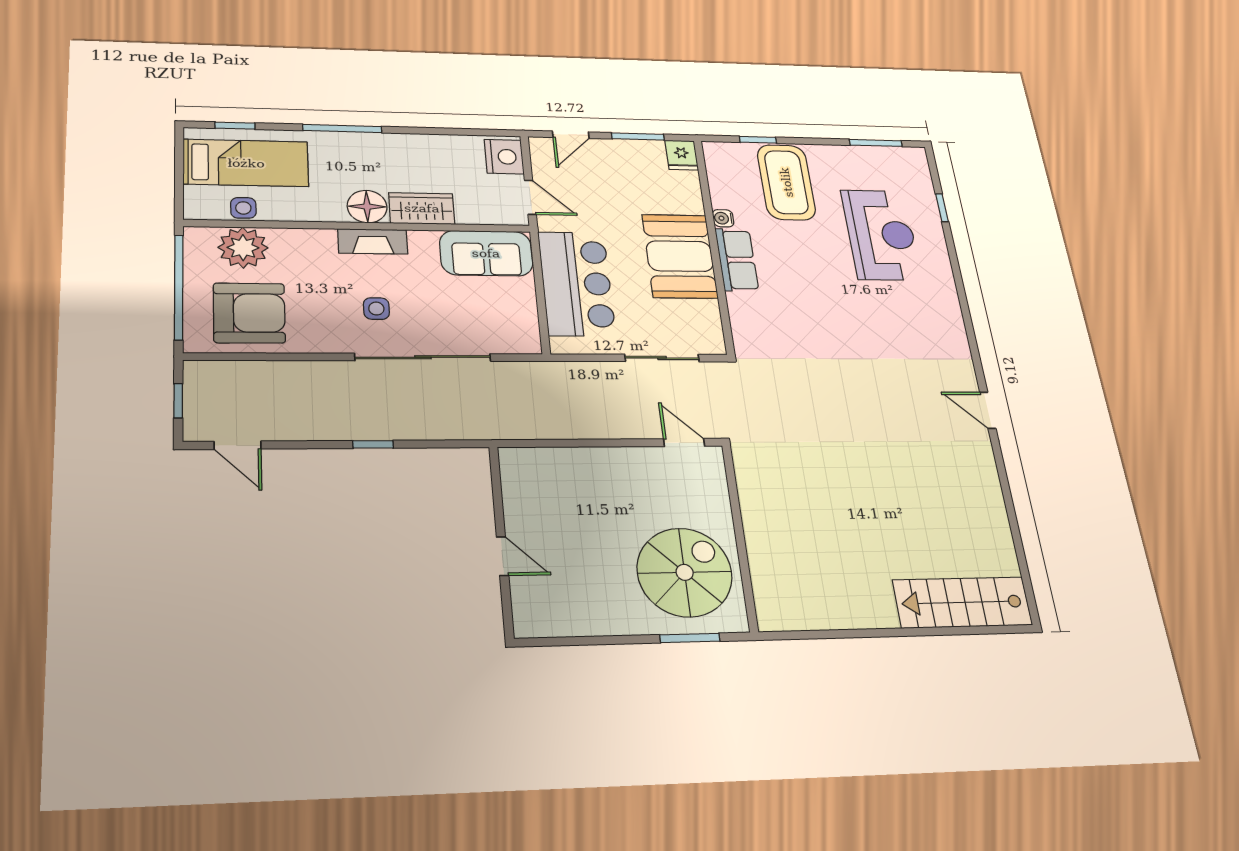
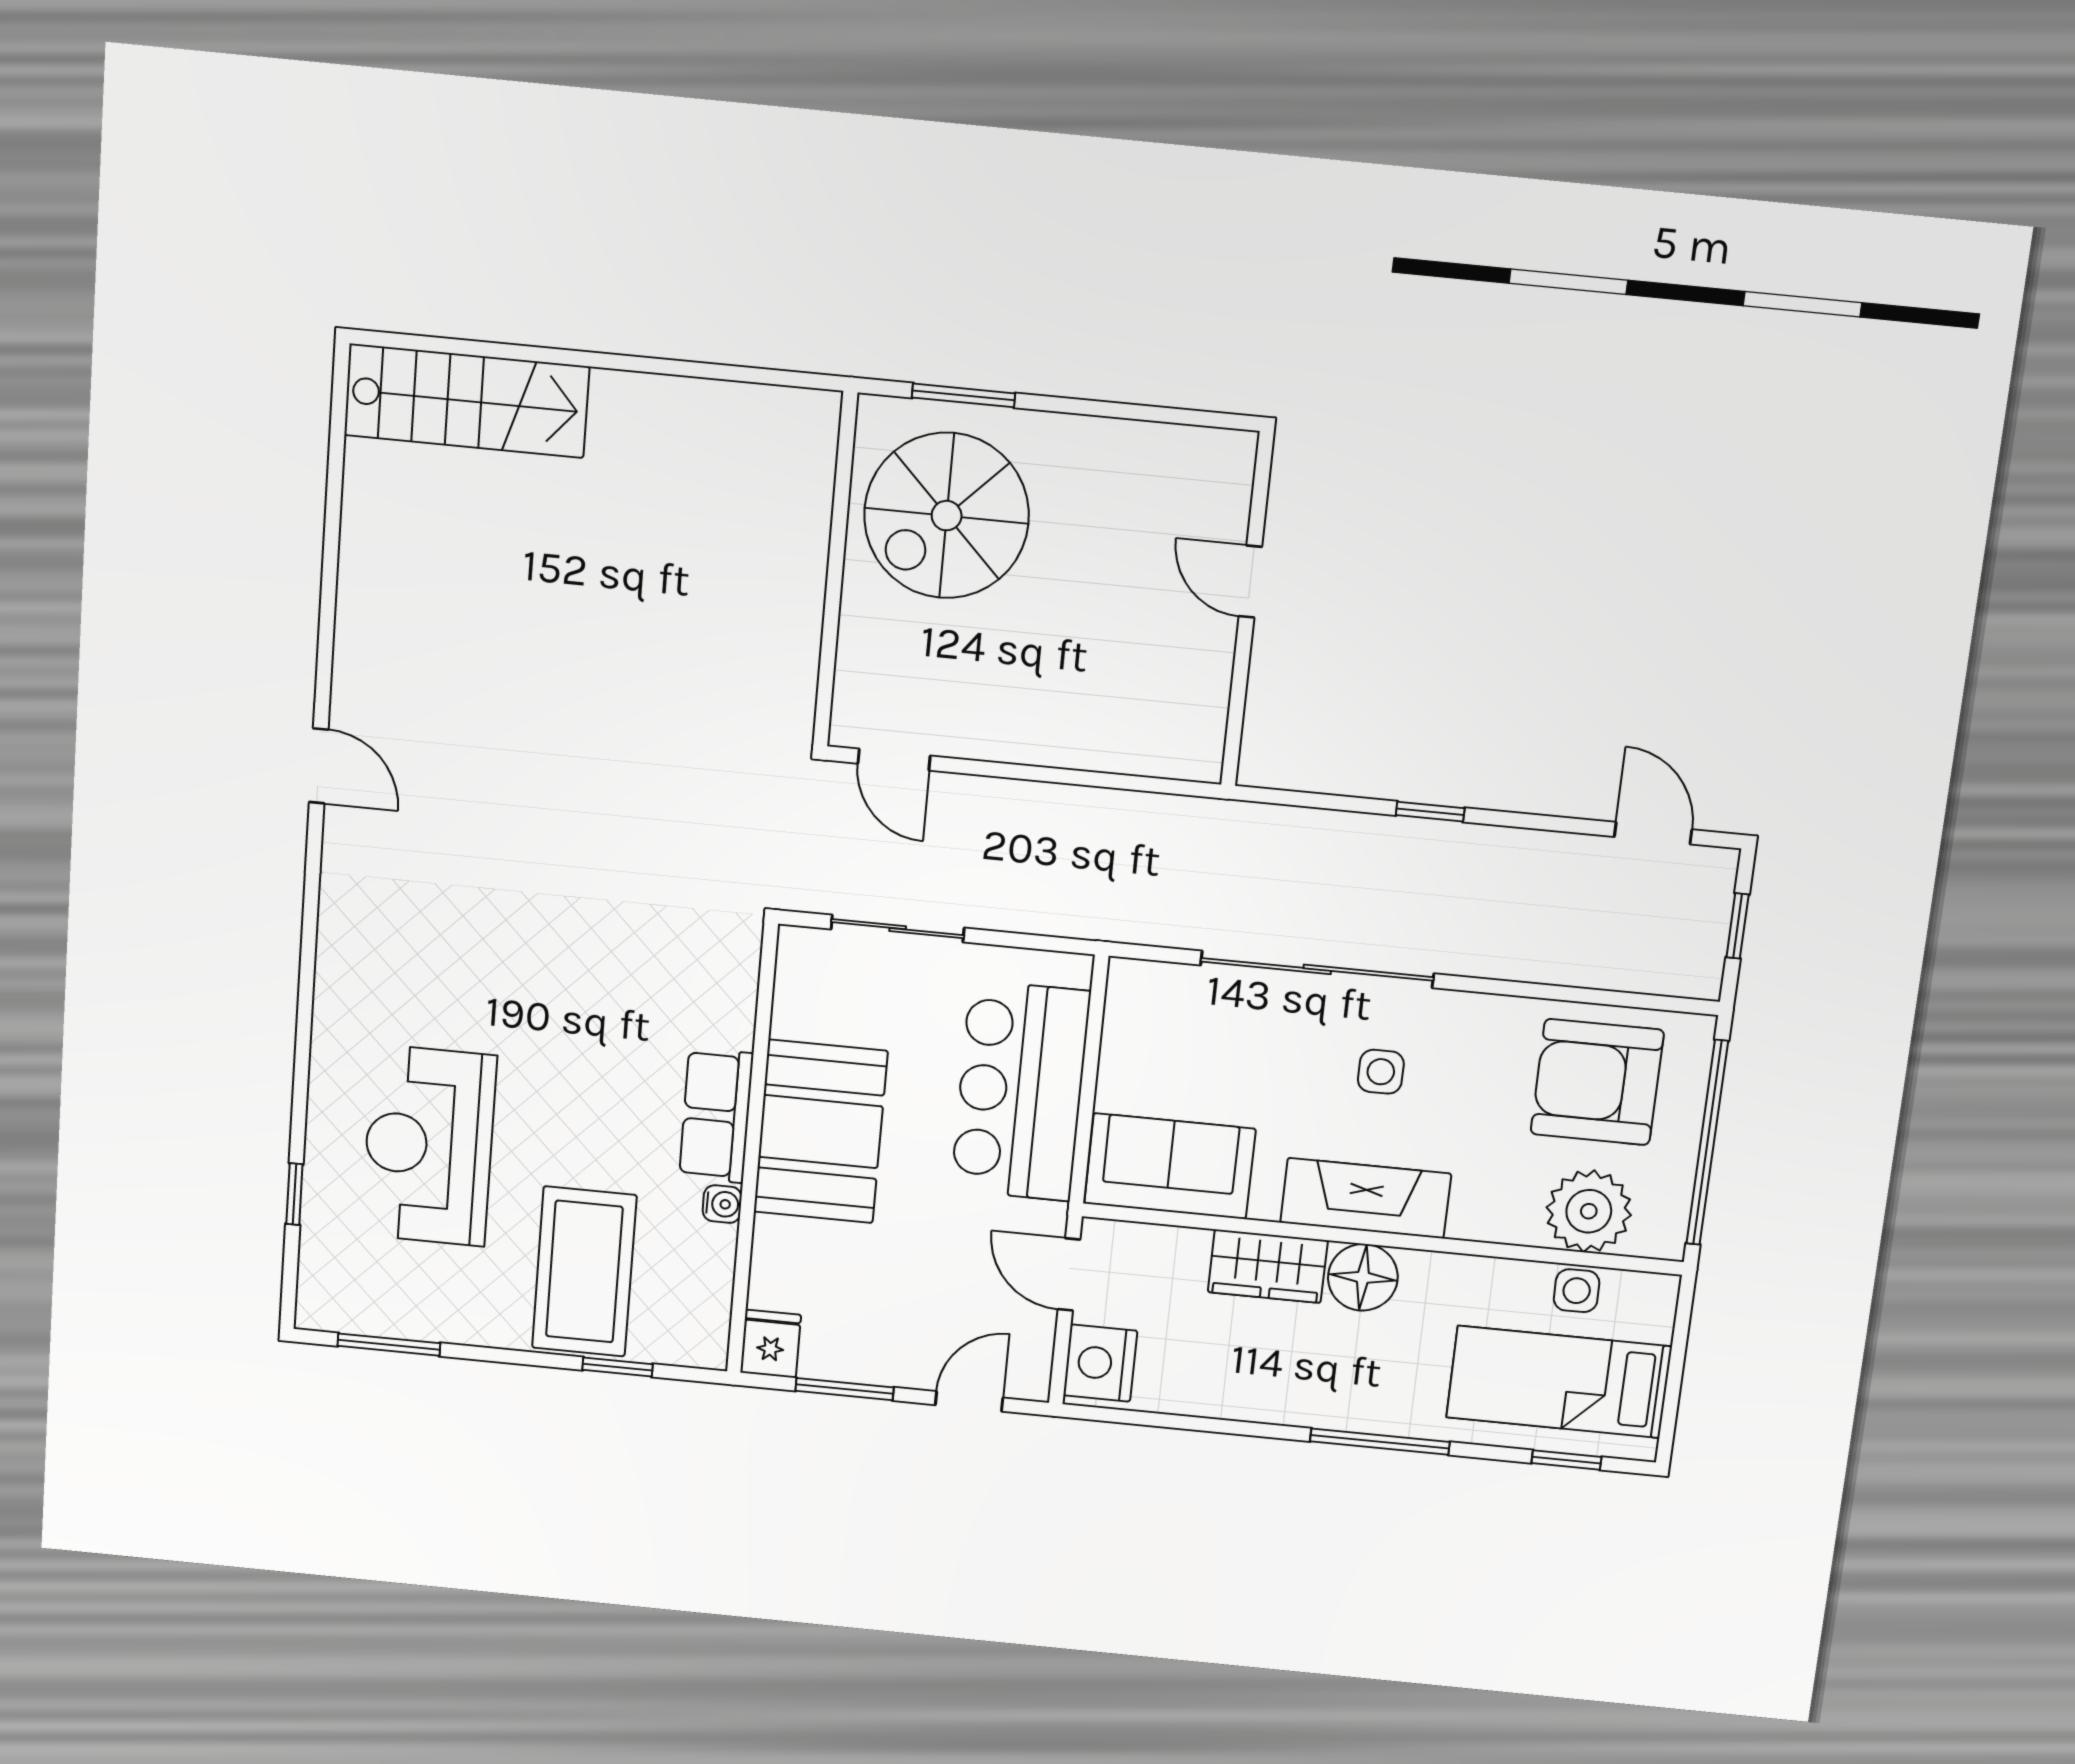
fireplace: (373, 241) -> (1366, 1198), width x1.37, depth x1.32

